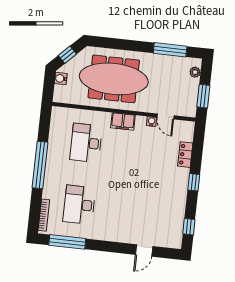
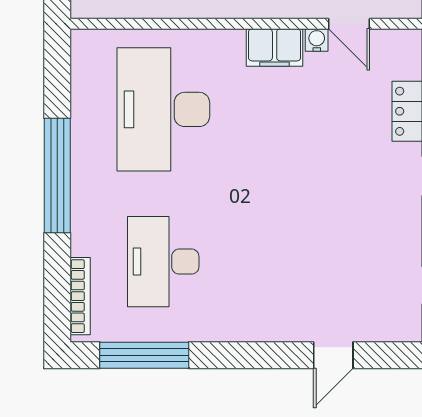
filing cabinet: (123, 121) -> (275, 47), moved
desk: (86, 143) -> (163, 109), width x1.36, depth x1.30

